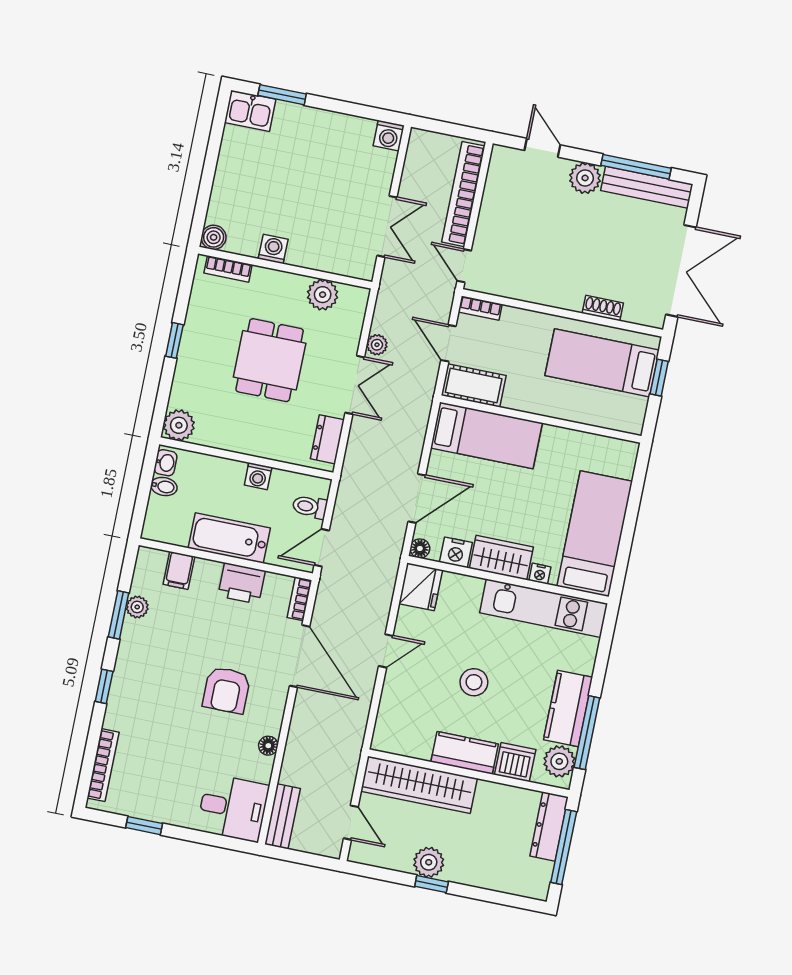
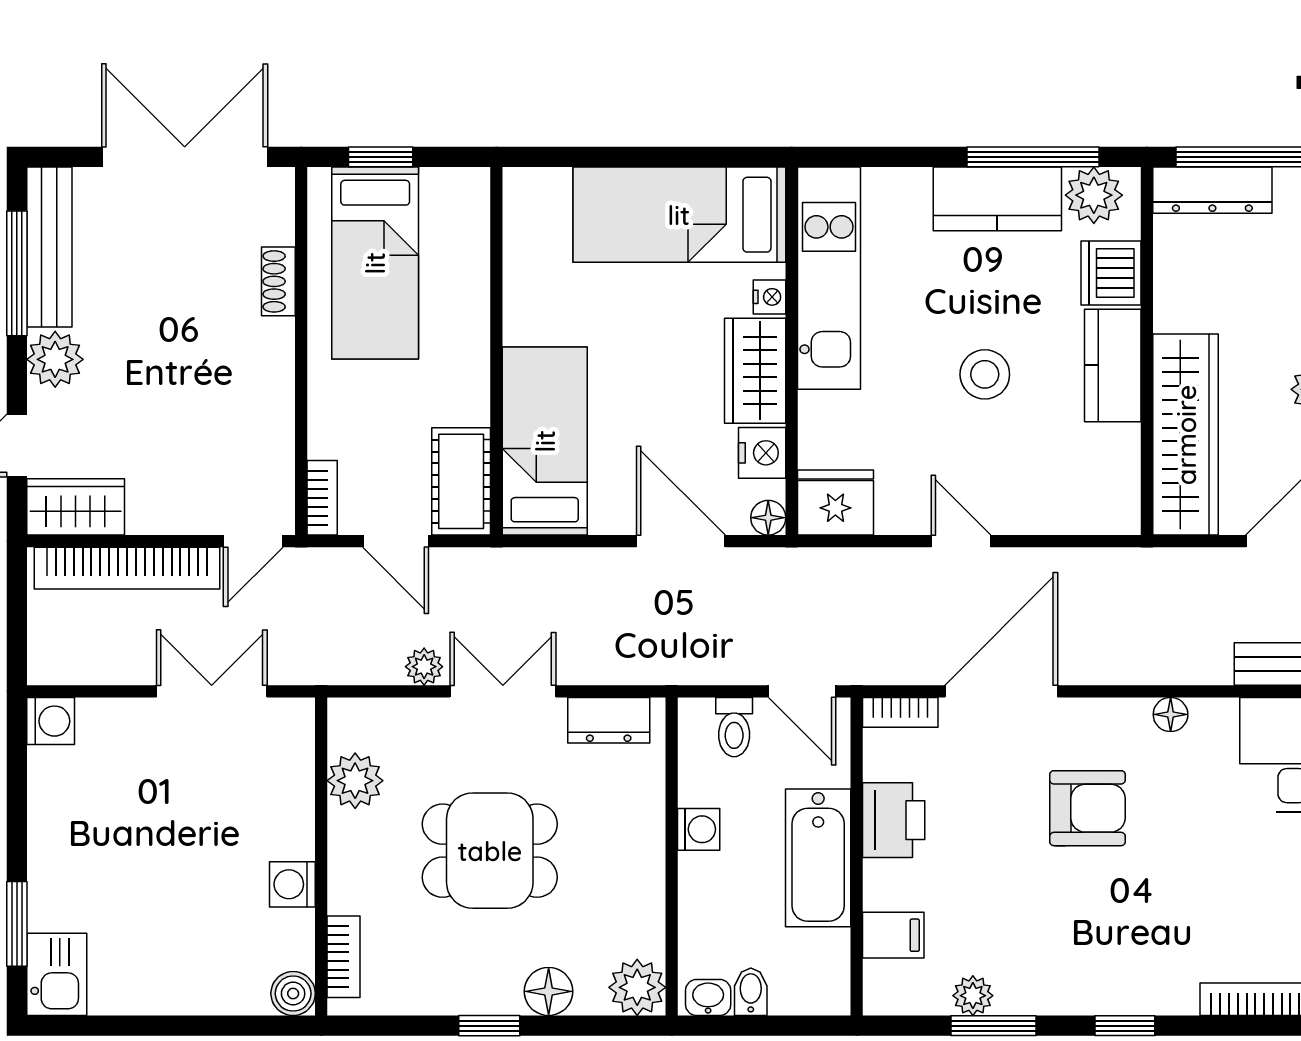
wardrobe: (502, 173) -> (76, 507), added
door: (448, 343) -> (396, 541), hinge flipped
floor lamp: (186, 377) -> (549, 991), added

